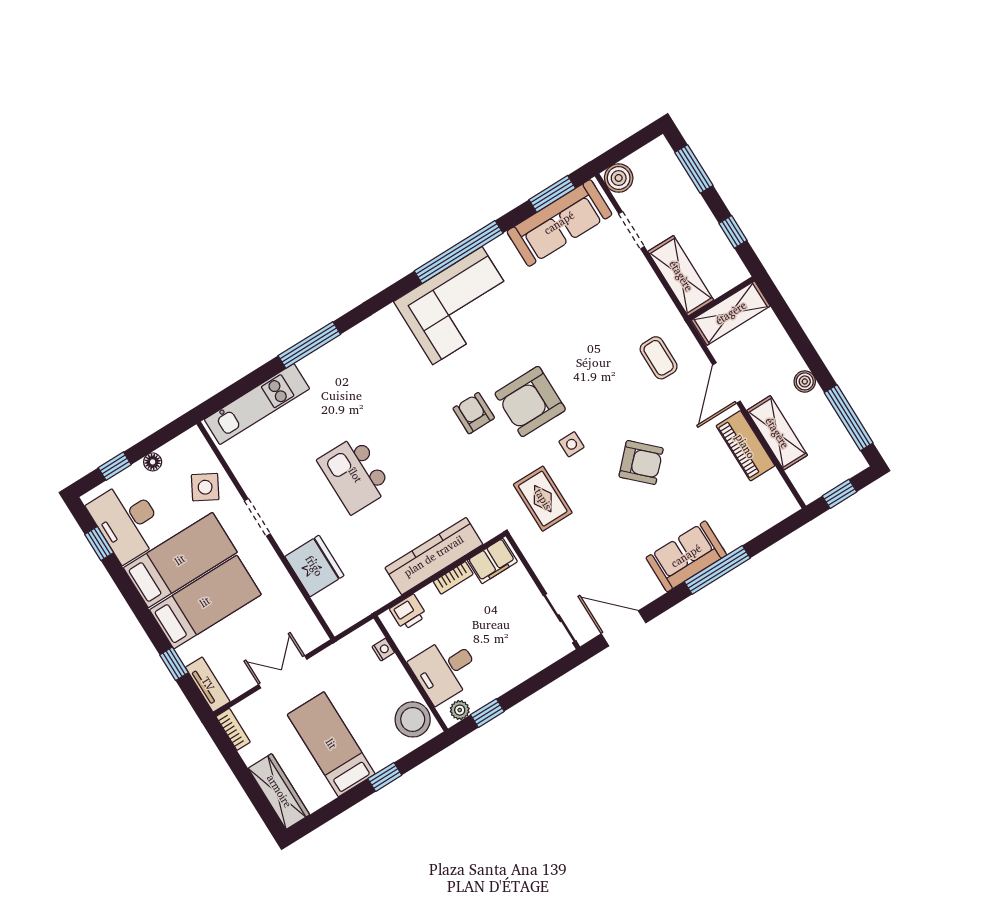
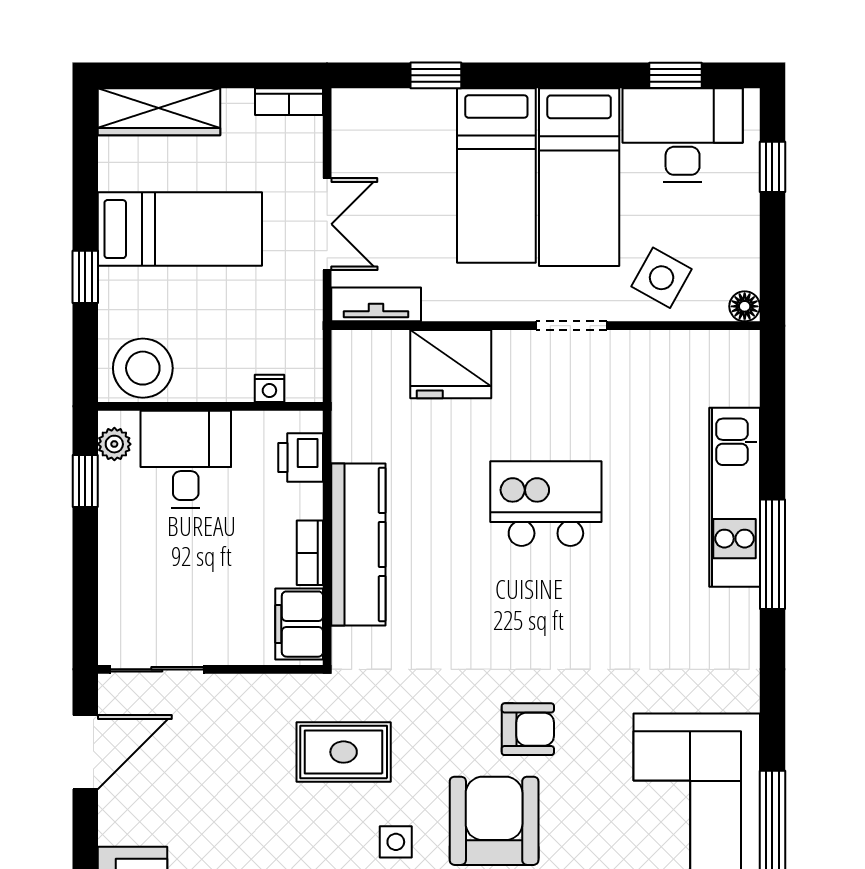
kitchen unit: (257, 404) -> (735, 497), moved
floor lamp: (153, 462) -> (745, 306), moved
tv unit: (208, 684) -> (376, 304), moved, turned 180

